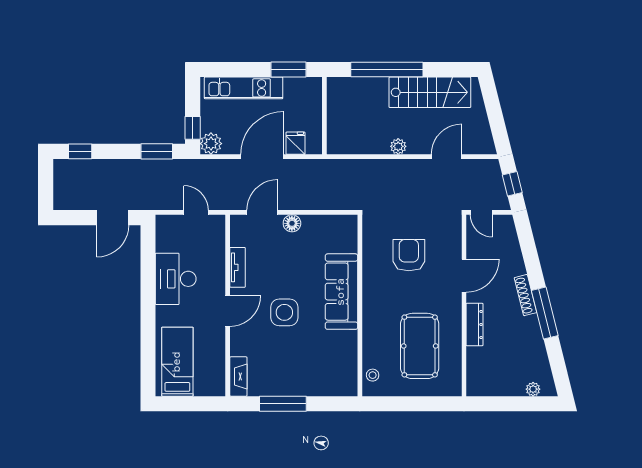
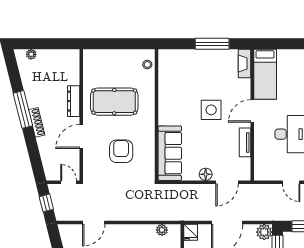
fridge: (296, 143) -> (191, 232), moved
plant: (398, 146) -> (162, 230), moved
door: (196, 212) -> (291, 182), moved
armchair: (409, 255) -> (121, 151), turned 180
sofa: (341, 292) -> (170, 153), moved
pool table: (420, 346) -> (114, 102), moved, turned 90
bed: (177, 362) -> (265, 74), moved

